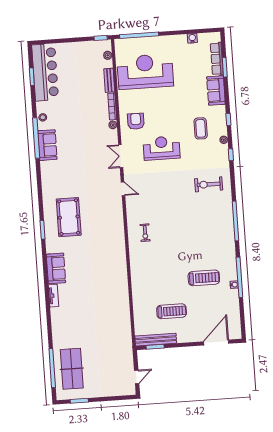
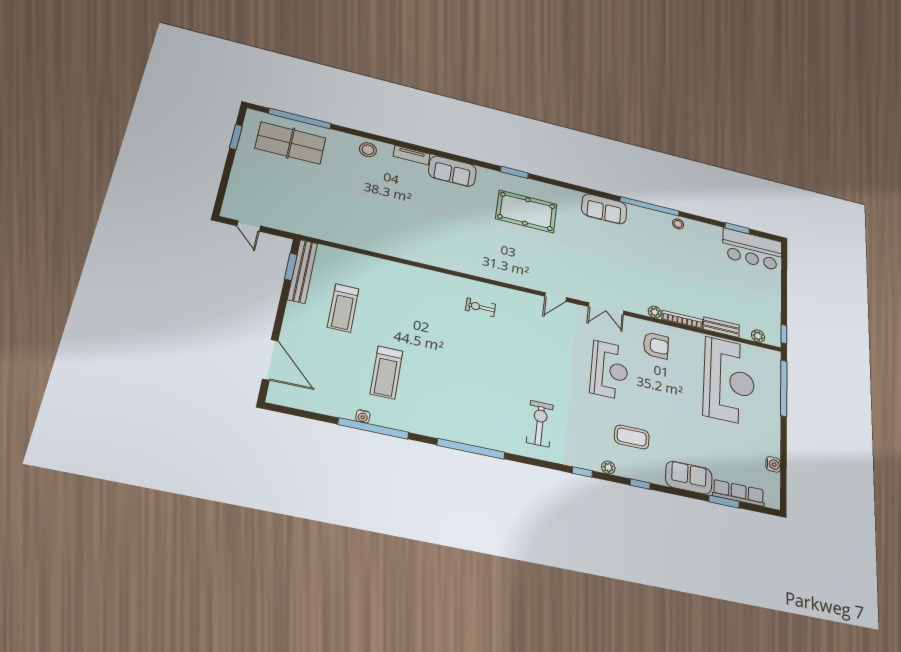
bar counter: (45, 72) -> (752, 249), width x0.73
sofa: (47, 145) -> (604, 209), moved
double door: (121, 156) -> (606, 309), swing flipped
stool: (59, 323) -> (368, 150), added

